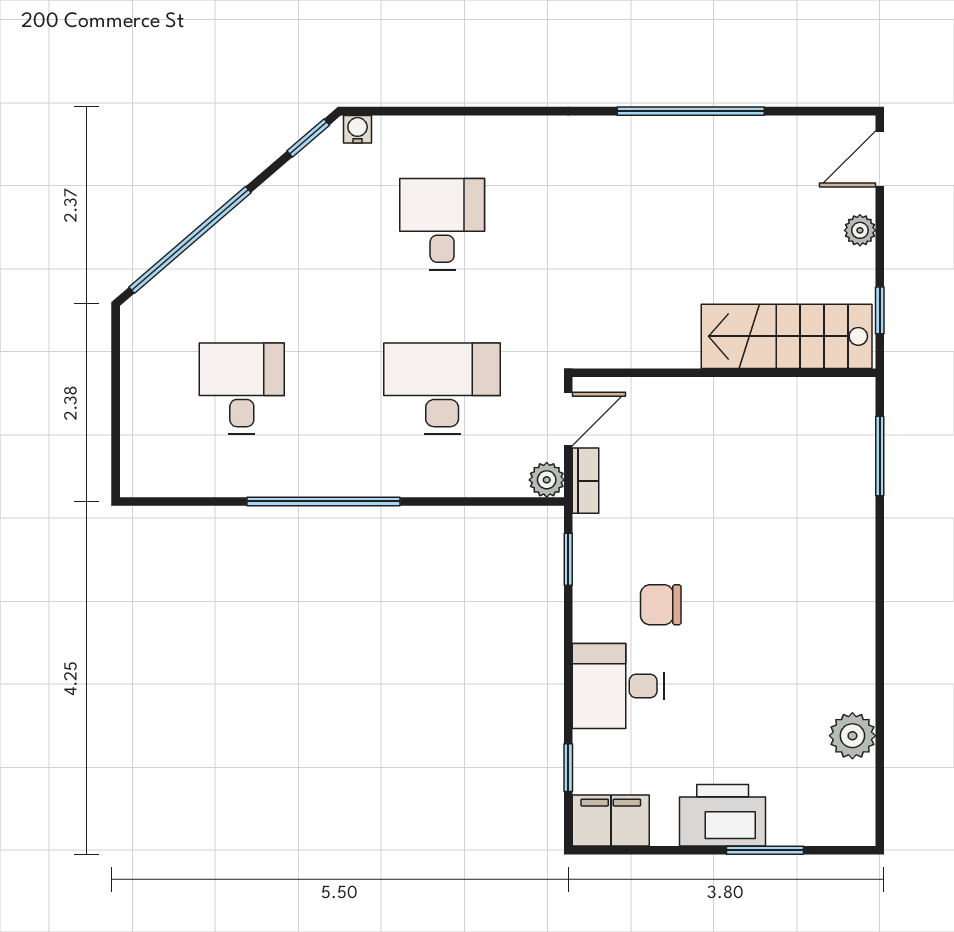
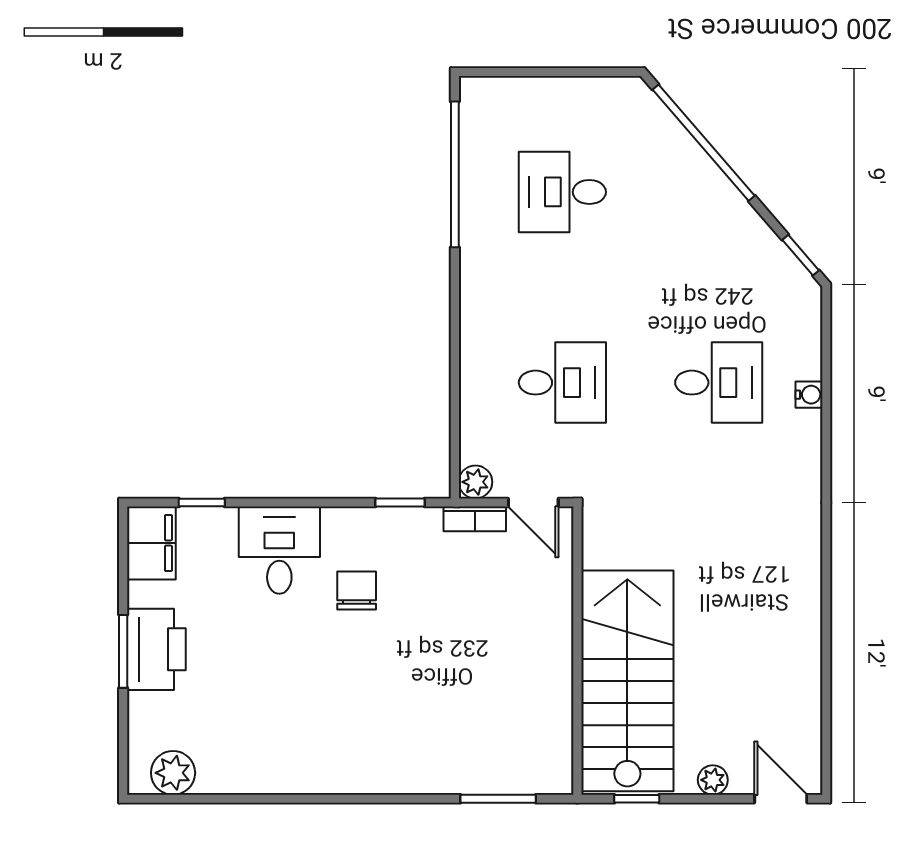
window: (691, 111) -> (826, 619), removed
water cooler: (358, 129) -> (809, 395), moved
stairs: (787, 336) -> (627, 681), width x1.36, depth x1.51
desk: (242, 388) -> (562, 192), turned 180
desk: (442, 388) -> (562, 383), width x0.73
window: (324, 501) -> (455, 174), moved
plant: (852, 736) -> (173, 773), moved
window: (765, 850) -> (123, 651), moved

